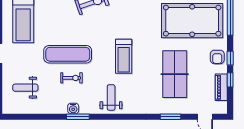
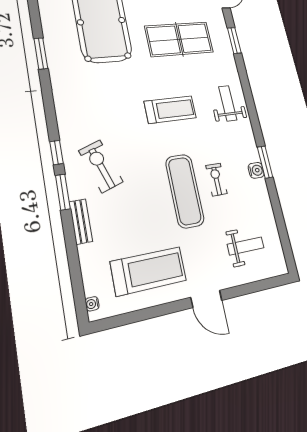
weight bench: (25, 88) -> (246, 246), turned -90
weight bench: (111, 98) -> (228, 103), moved, turned 90

